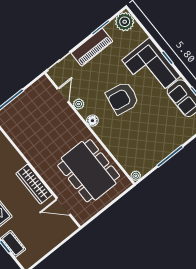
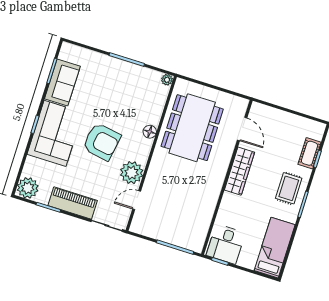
plant: (79, 104) -> (132, 173), width x1.87, depth x1.87
floor lamp: (92, 121) -> (150, 132), moved

